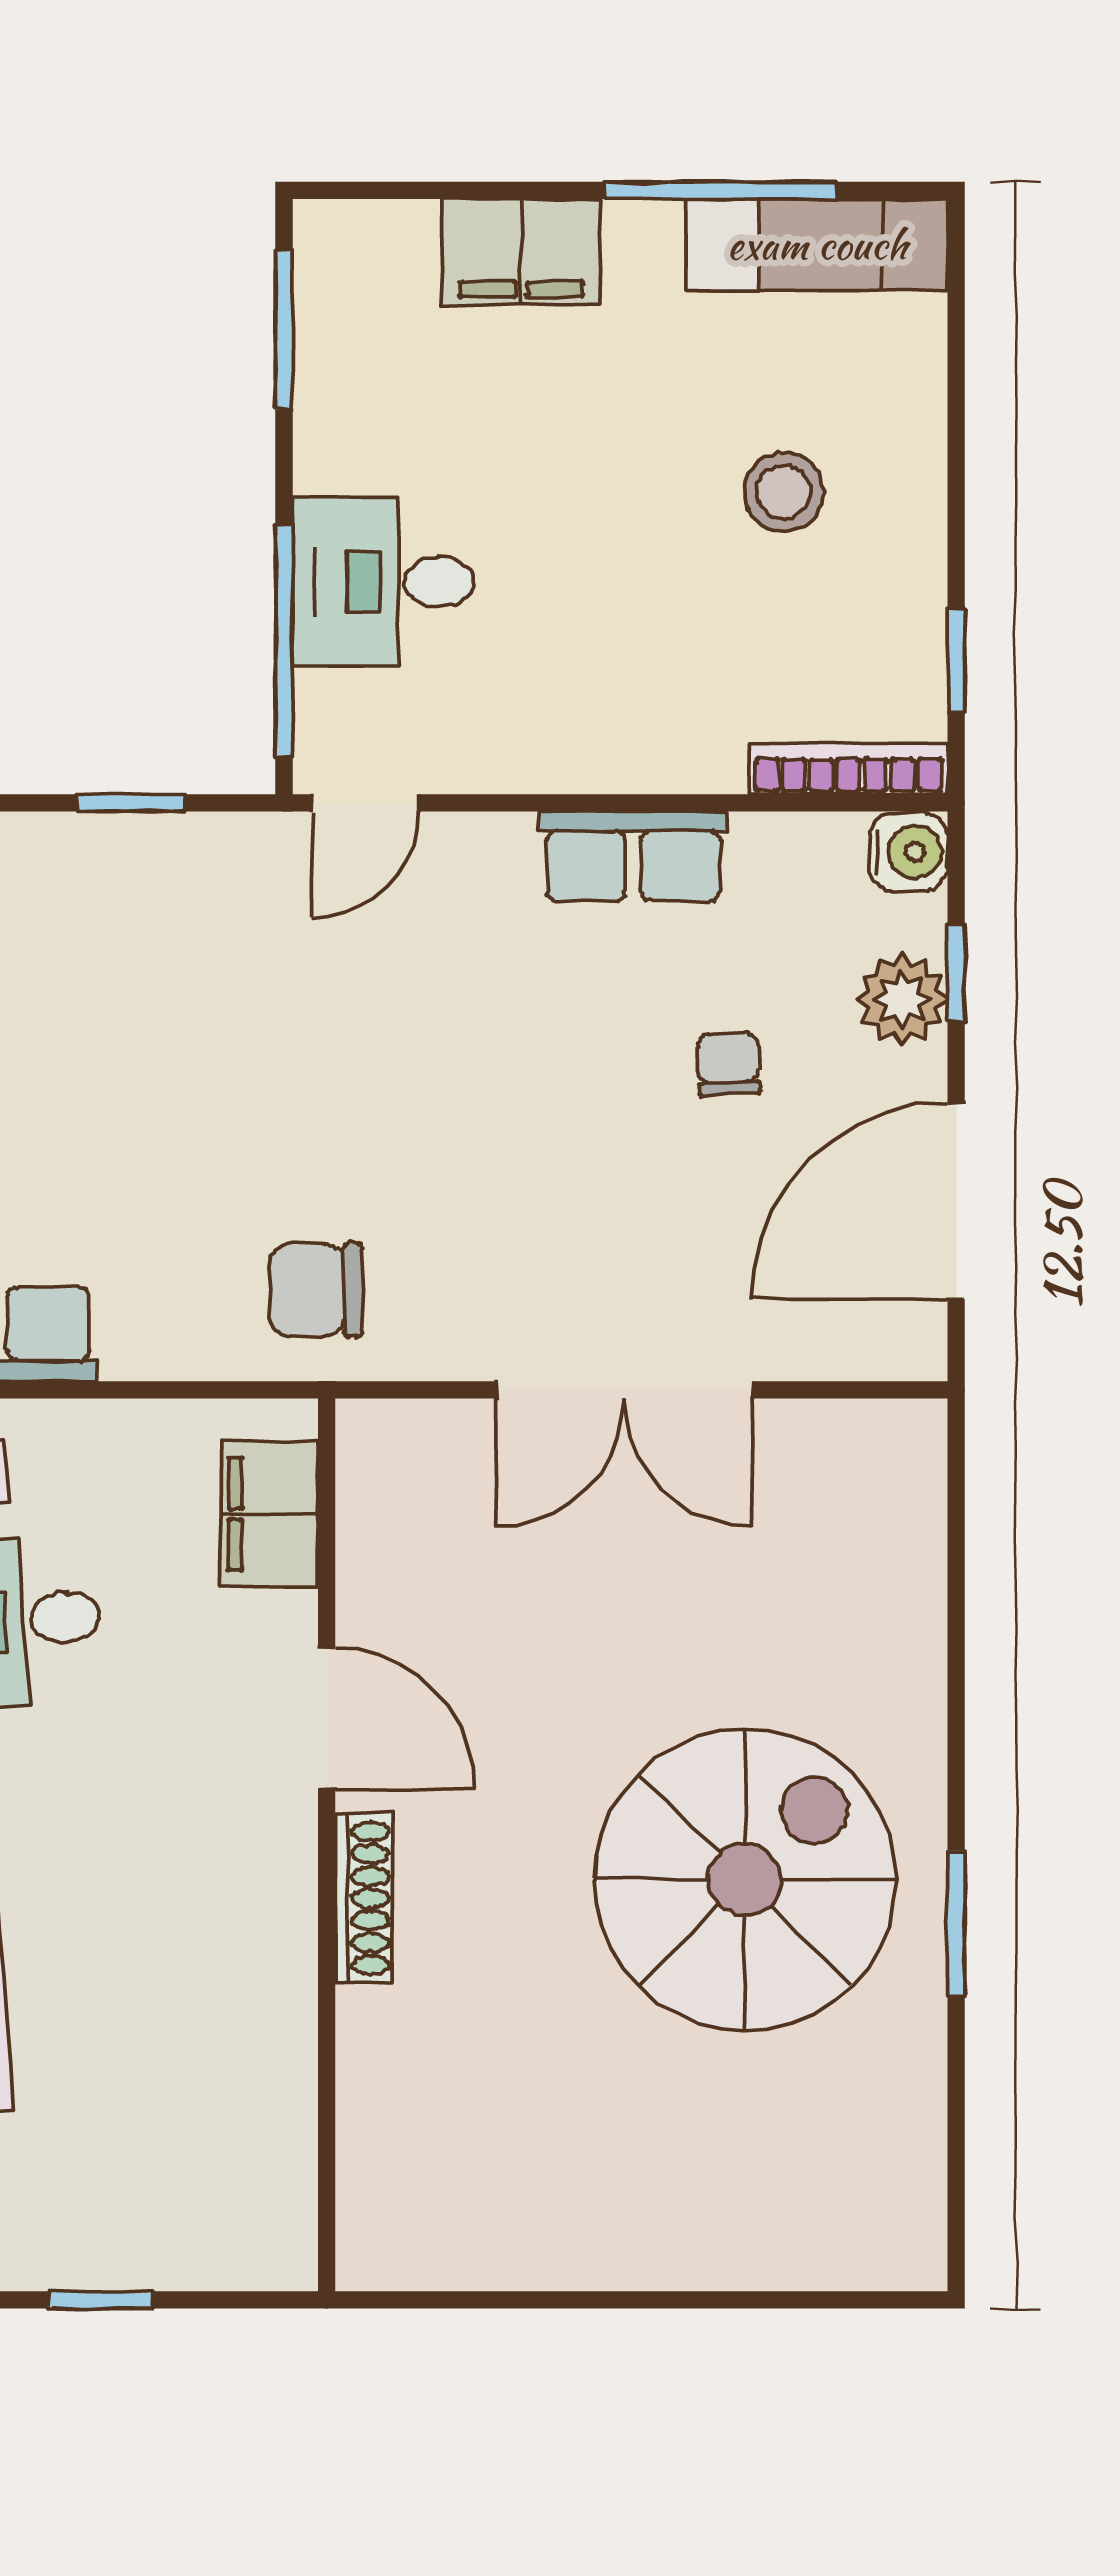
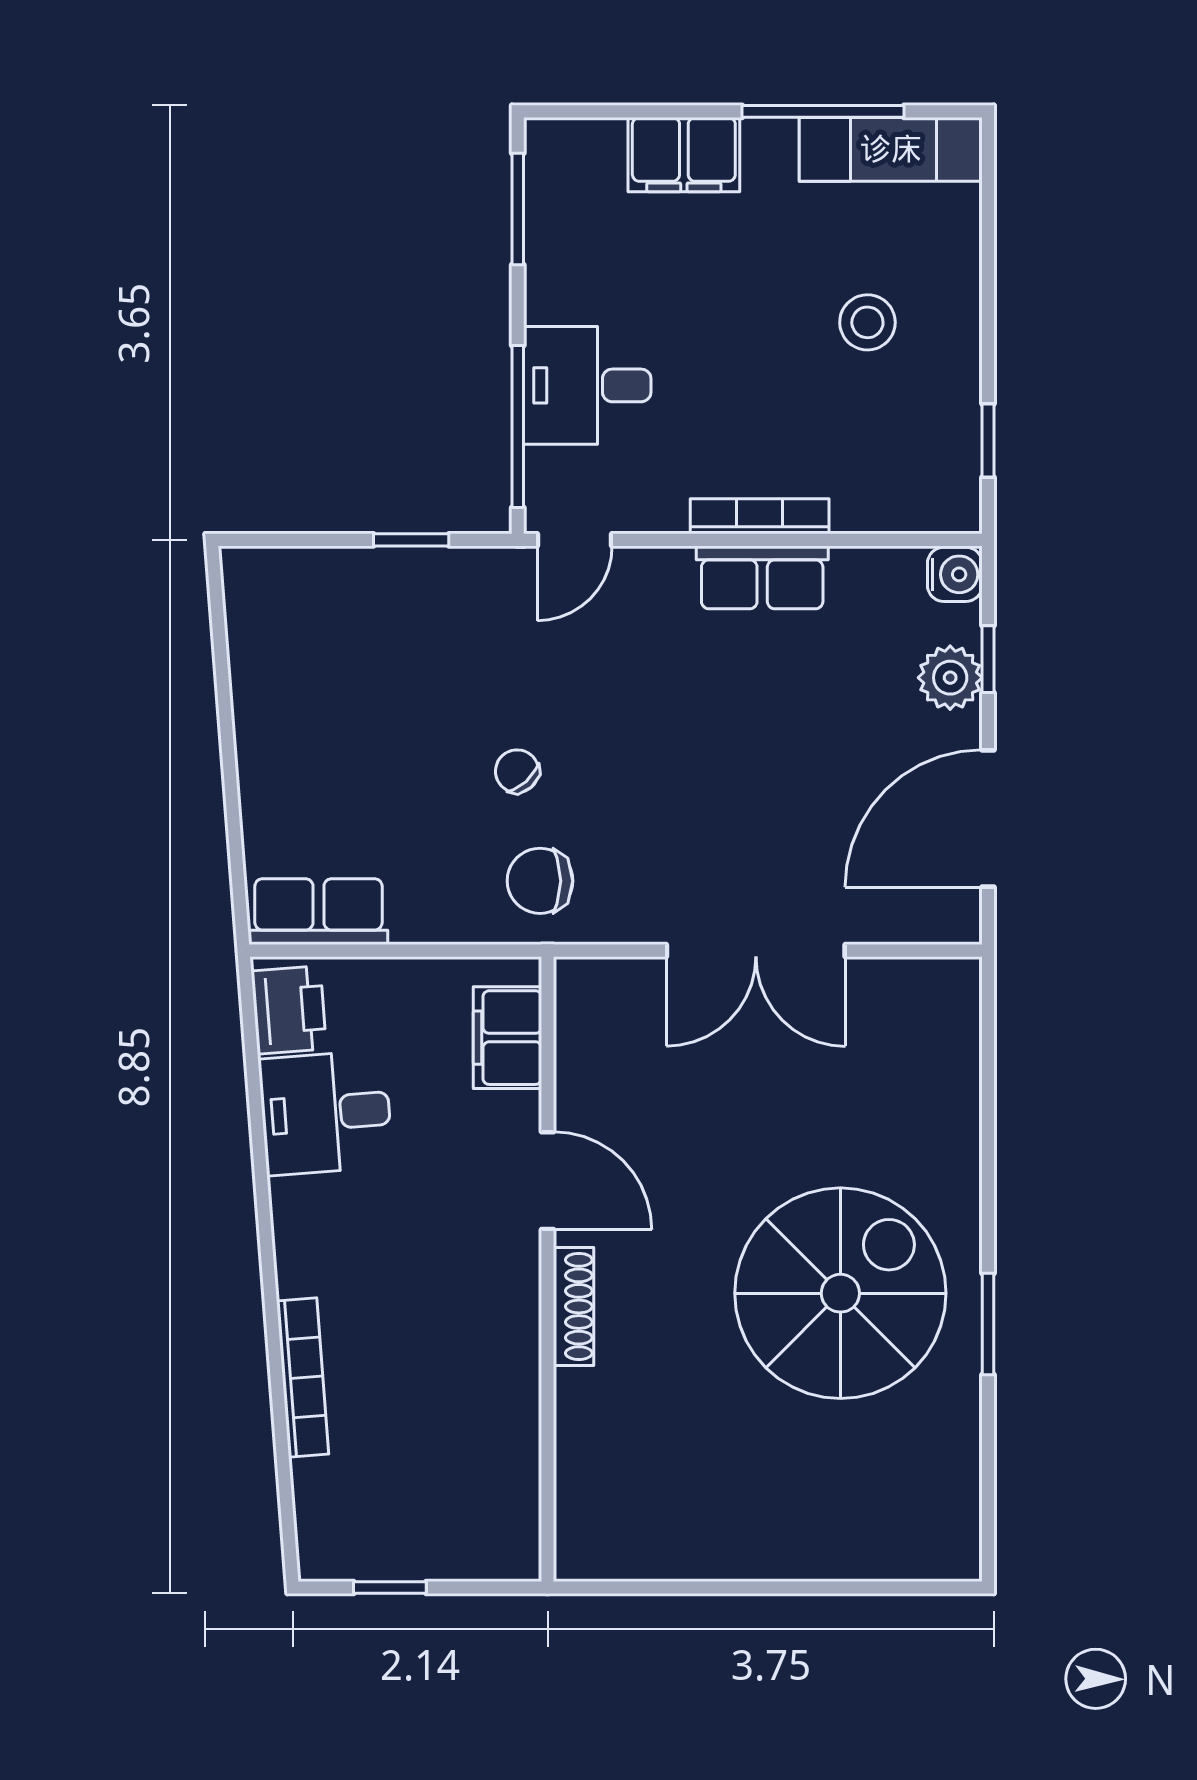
bookcase: (848, 769) -> (760, 516), moved
chair: (729, 1064) -> (517, 771), moved, turned -40

